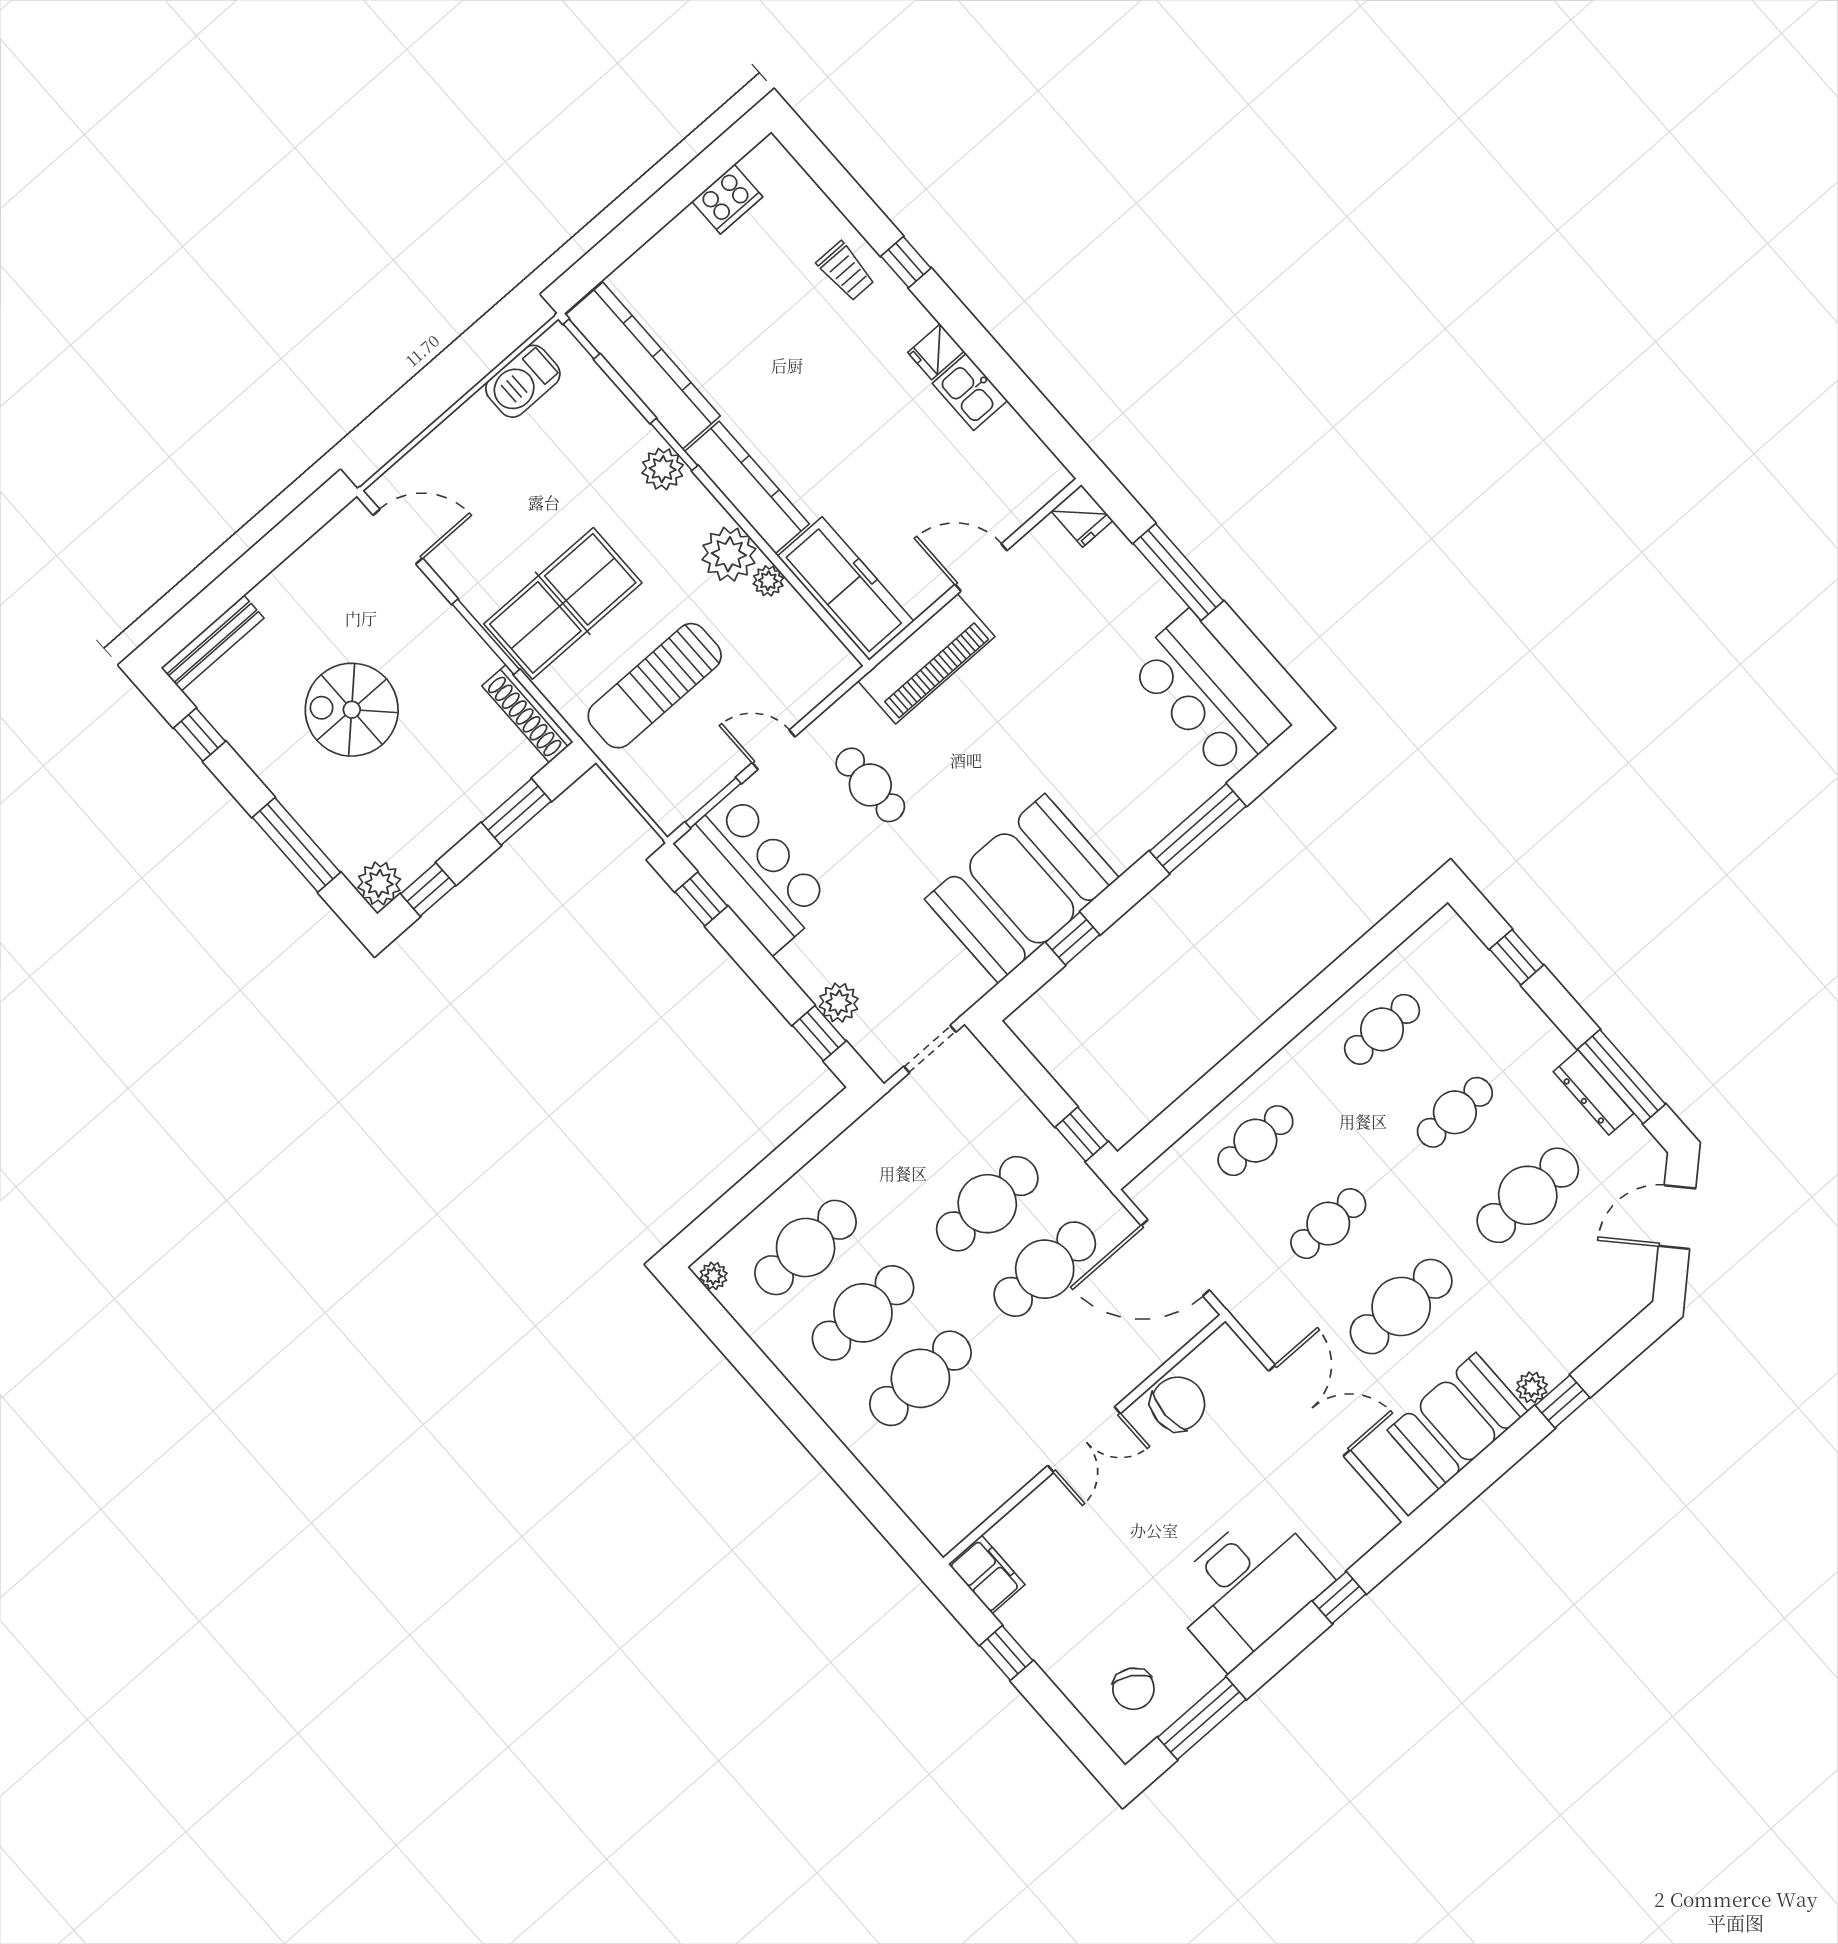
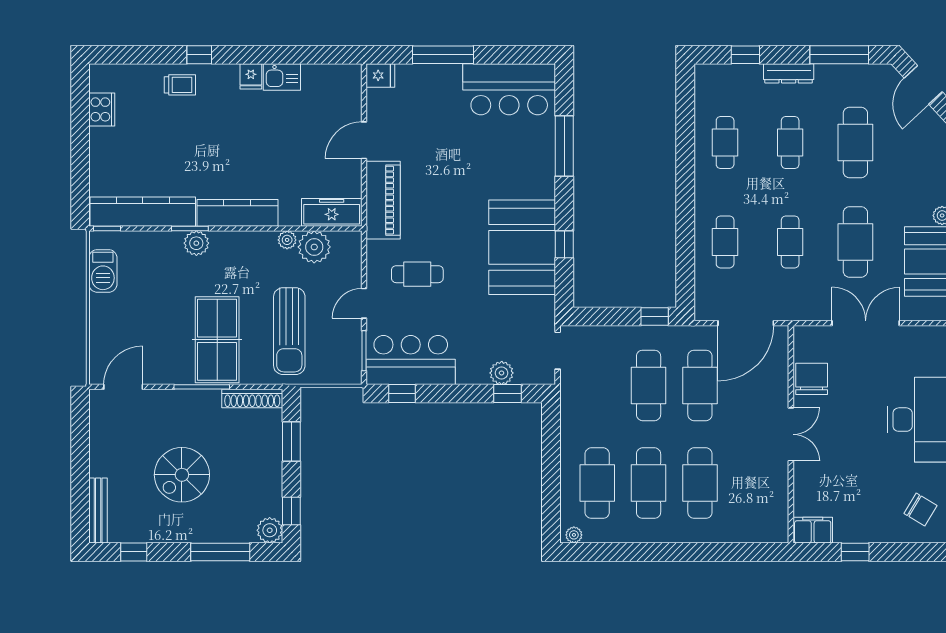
plant: (729, 554) -> (314, 247), moved
freezer: (846, 589) -> (332, 212), width x0.73, depth x0.79
dresser: (1593, 1092) -> (789, 73), moved

